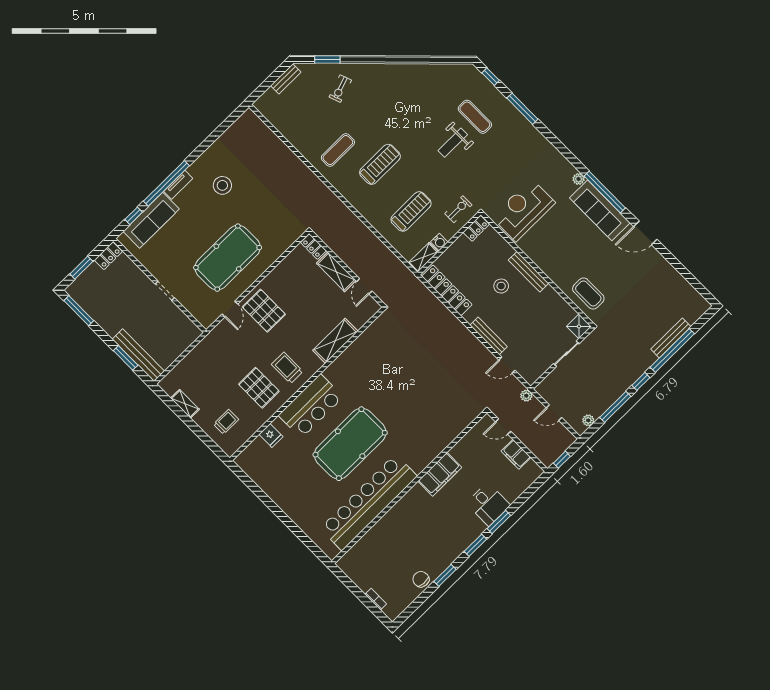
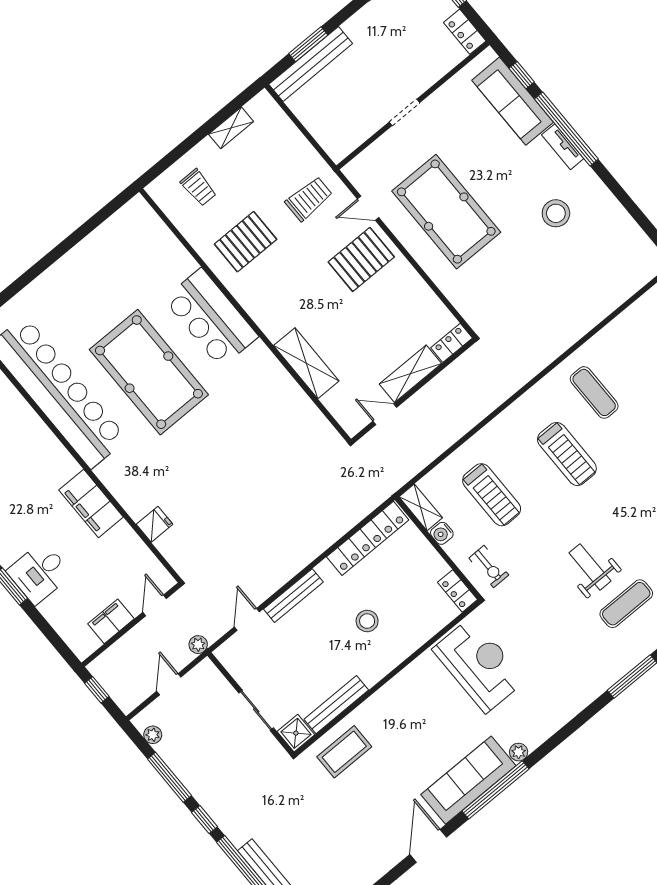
bench: (528, 272) -> (336, 705), moved
trolley: (287, 368) -> (309, 199), moved
fridge: (271, 435) -> (155, 524), moved, turned 180

